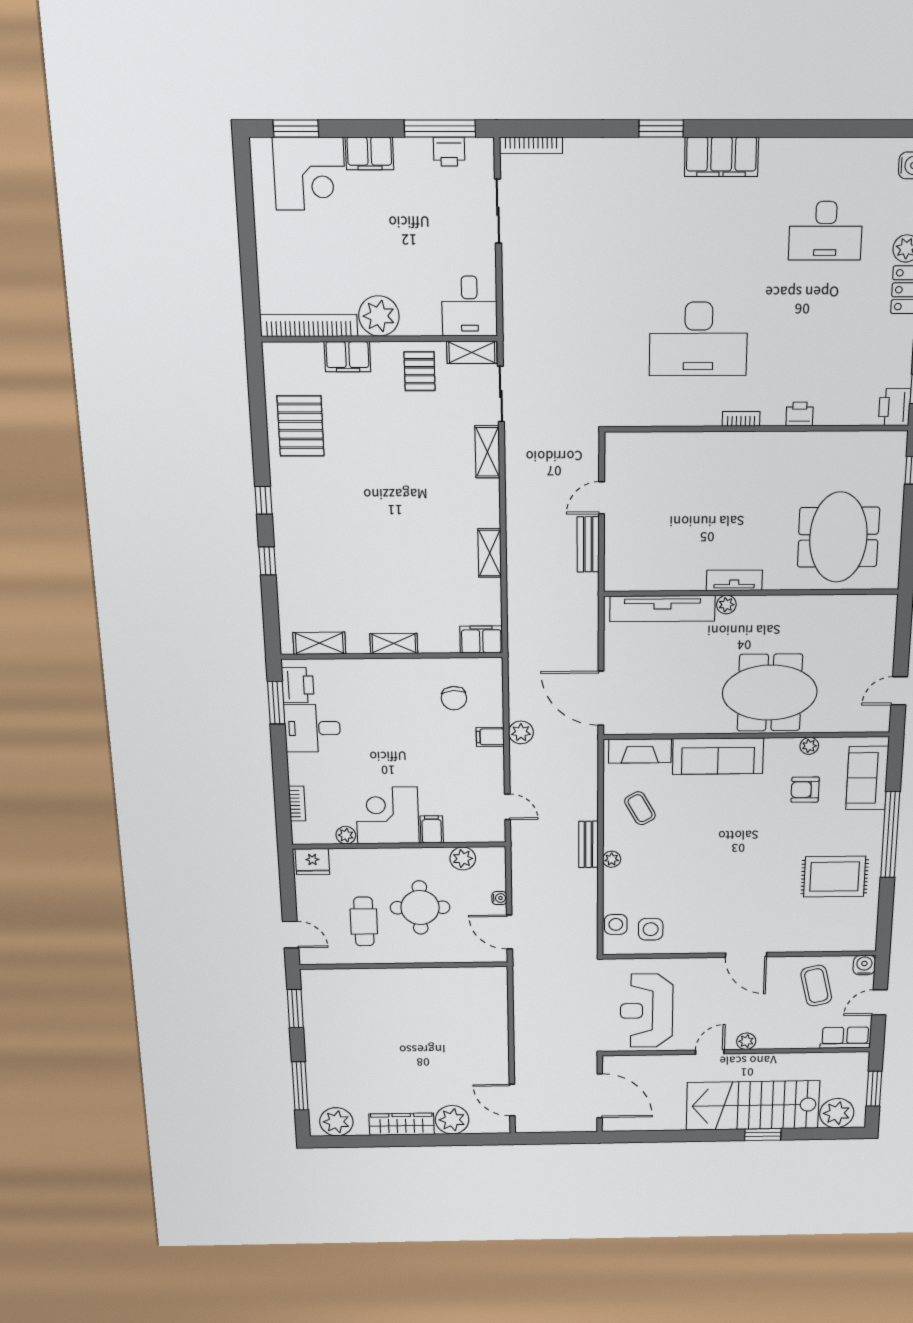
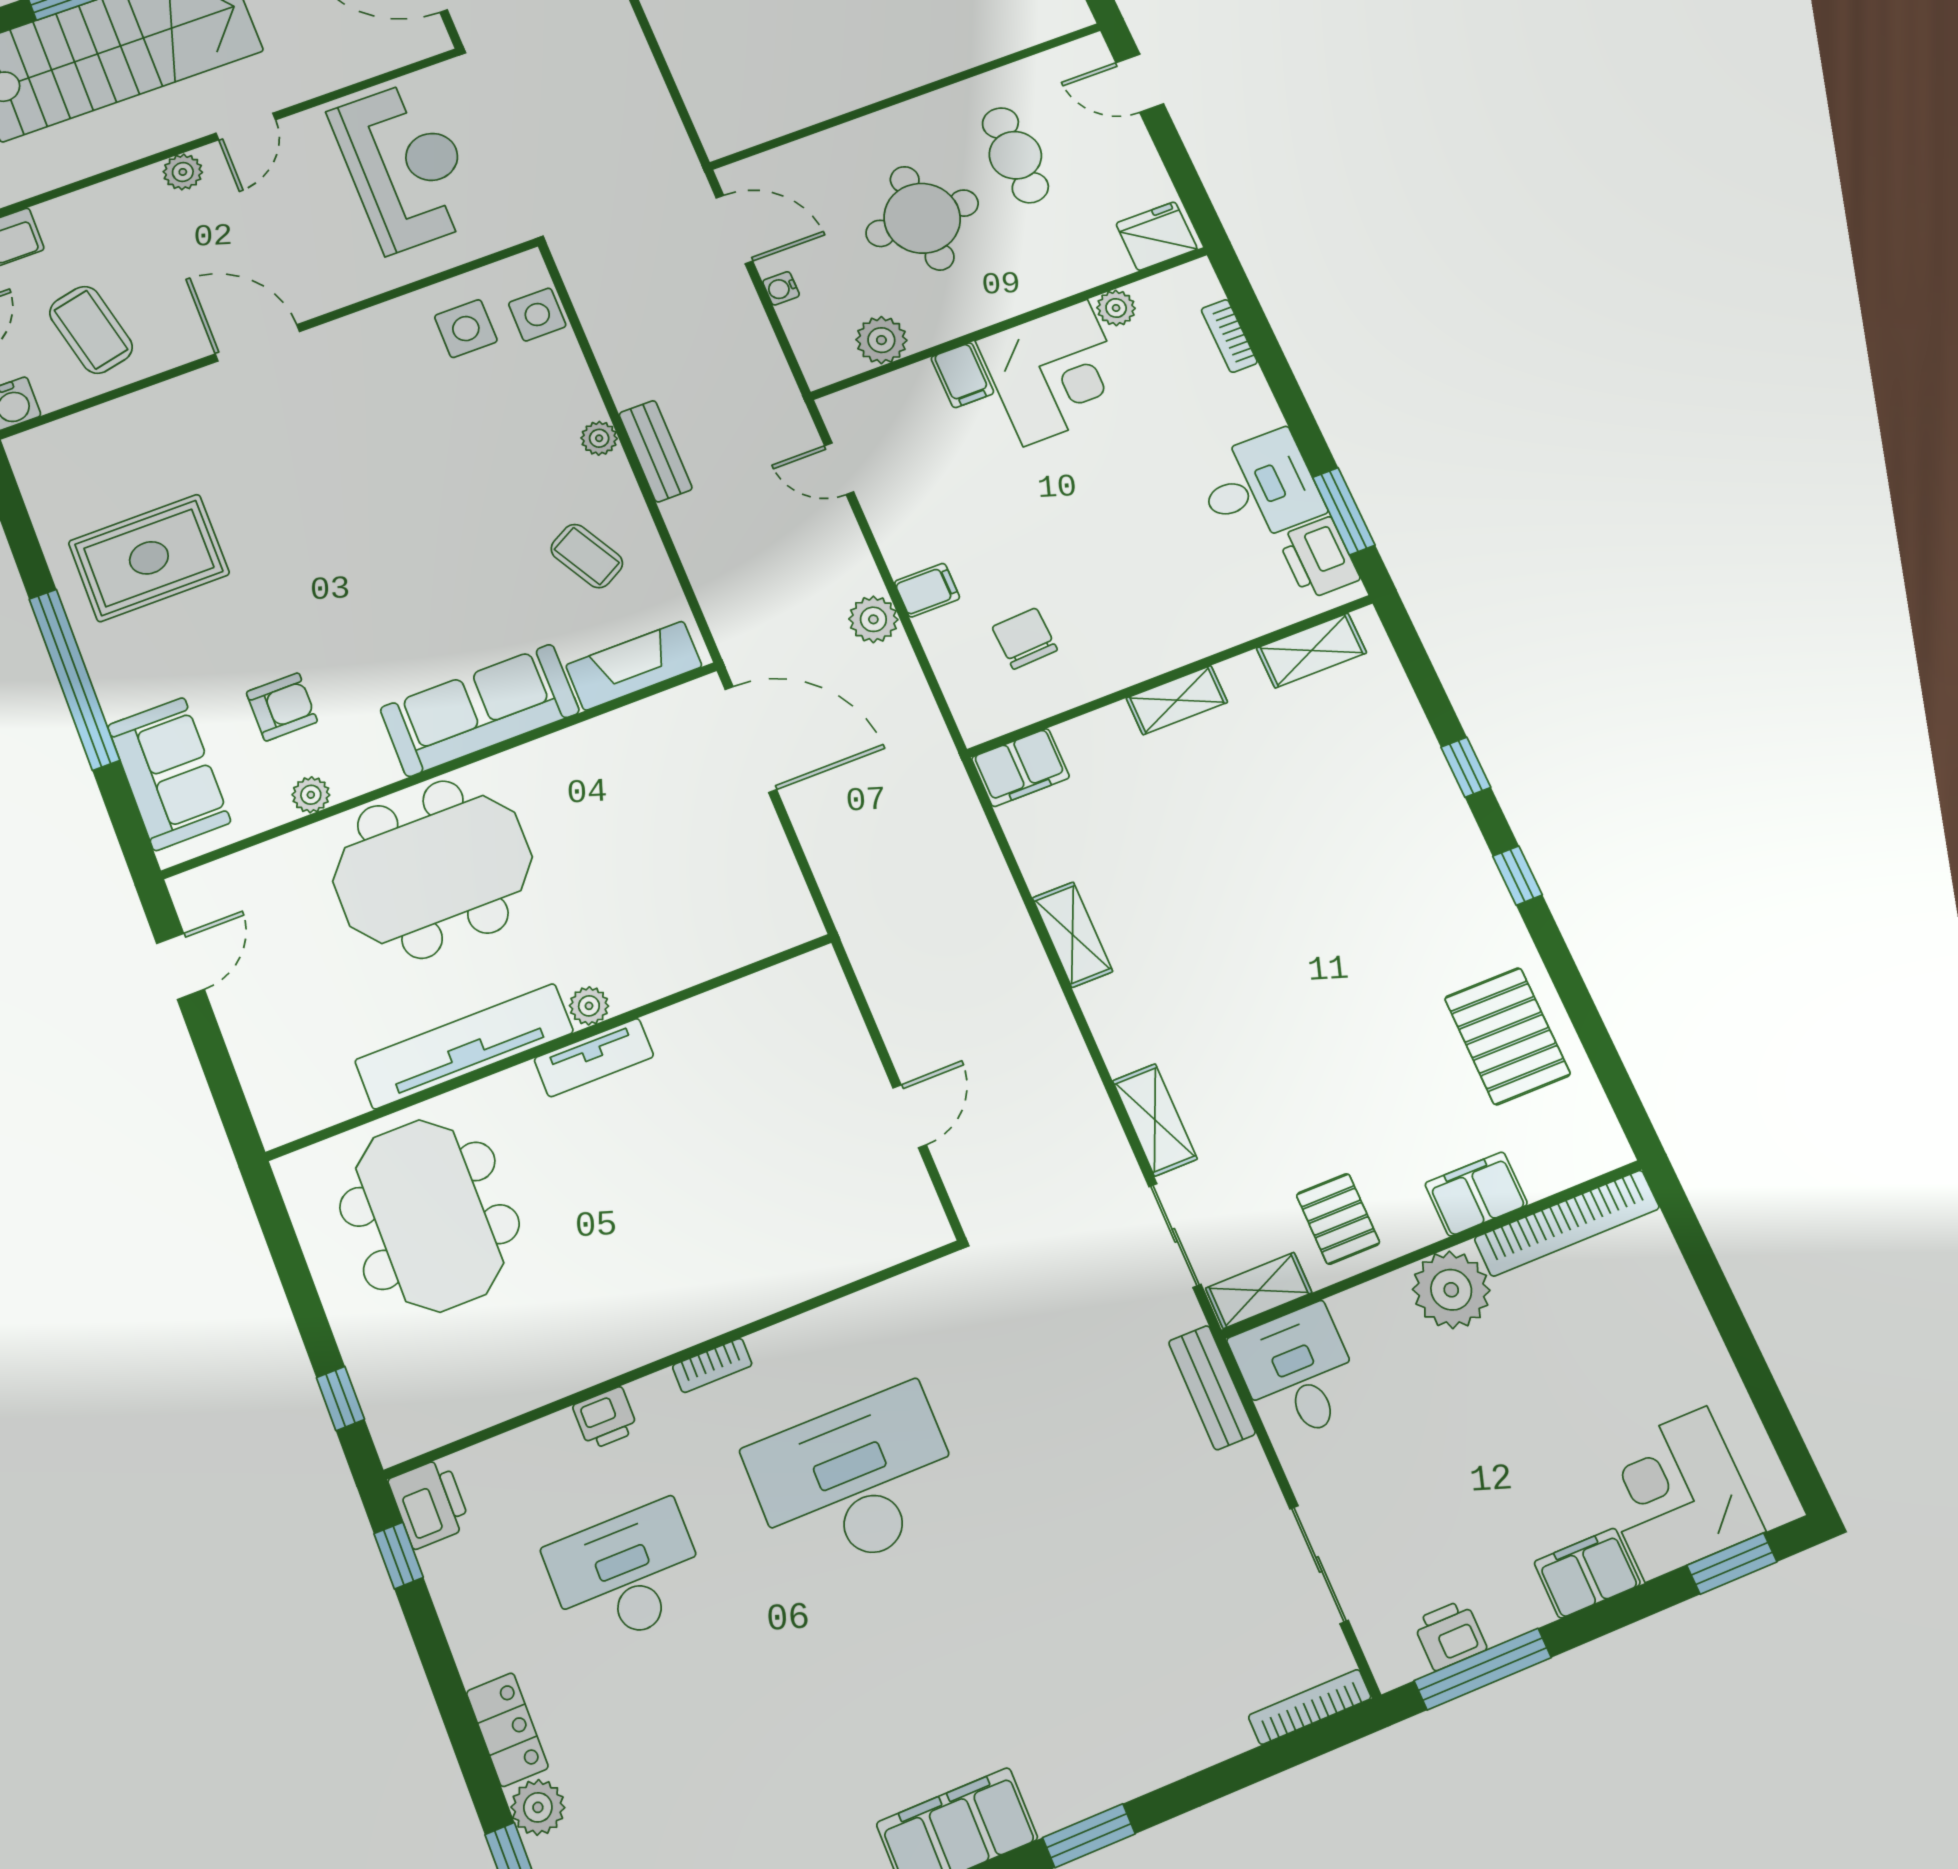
desk: (826, 231) -> (627, 1575), moved
bench: (588, 544) -> (1212, 1388), moved
tv unit: (662, 609) -> (464, 1046), moved

